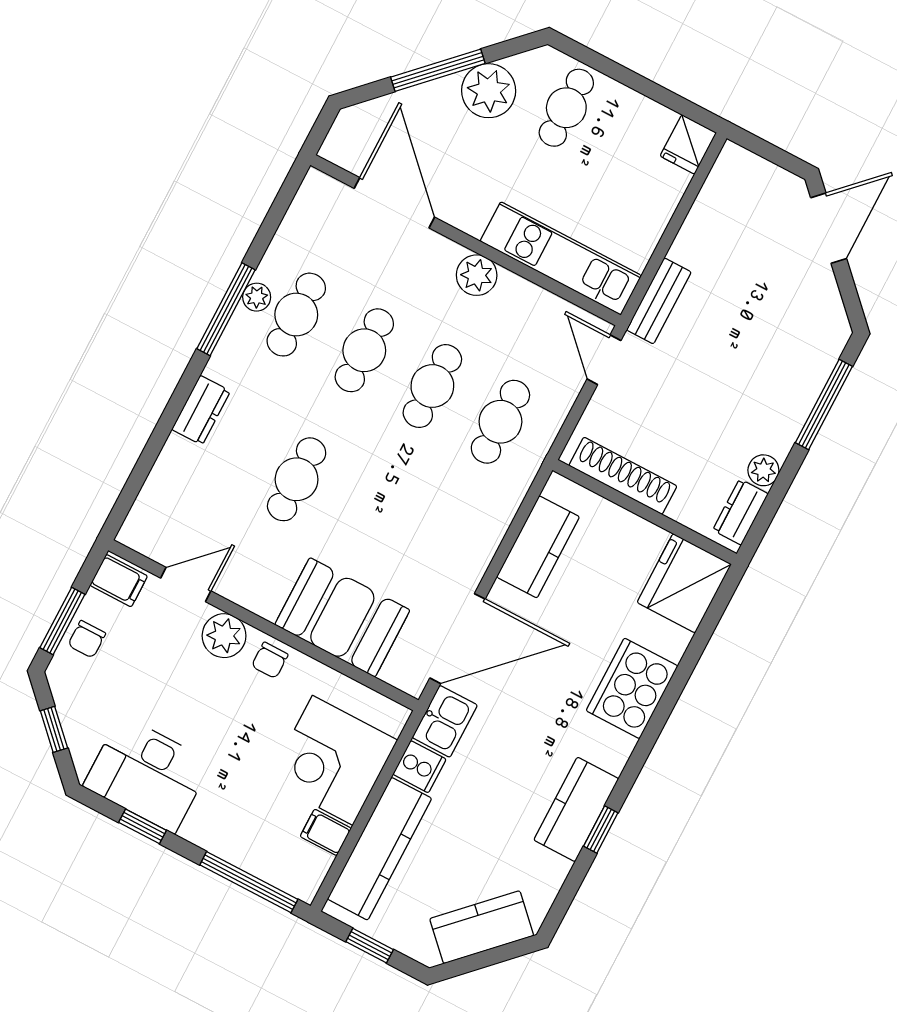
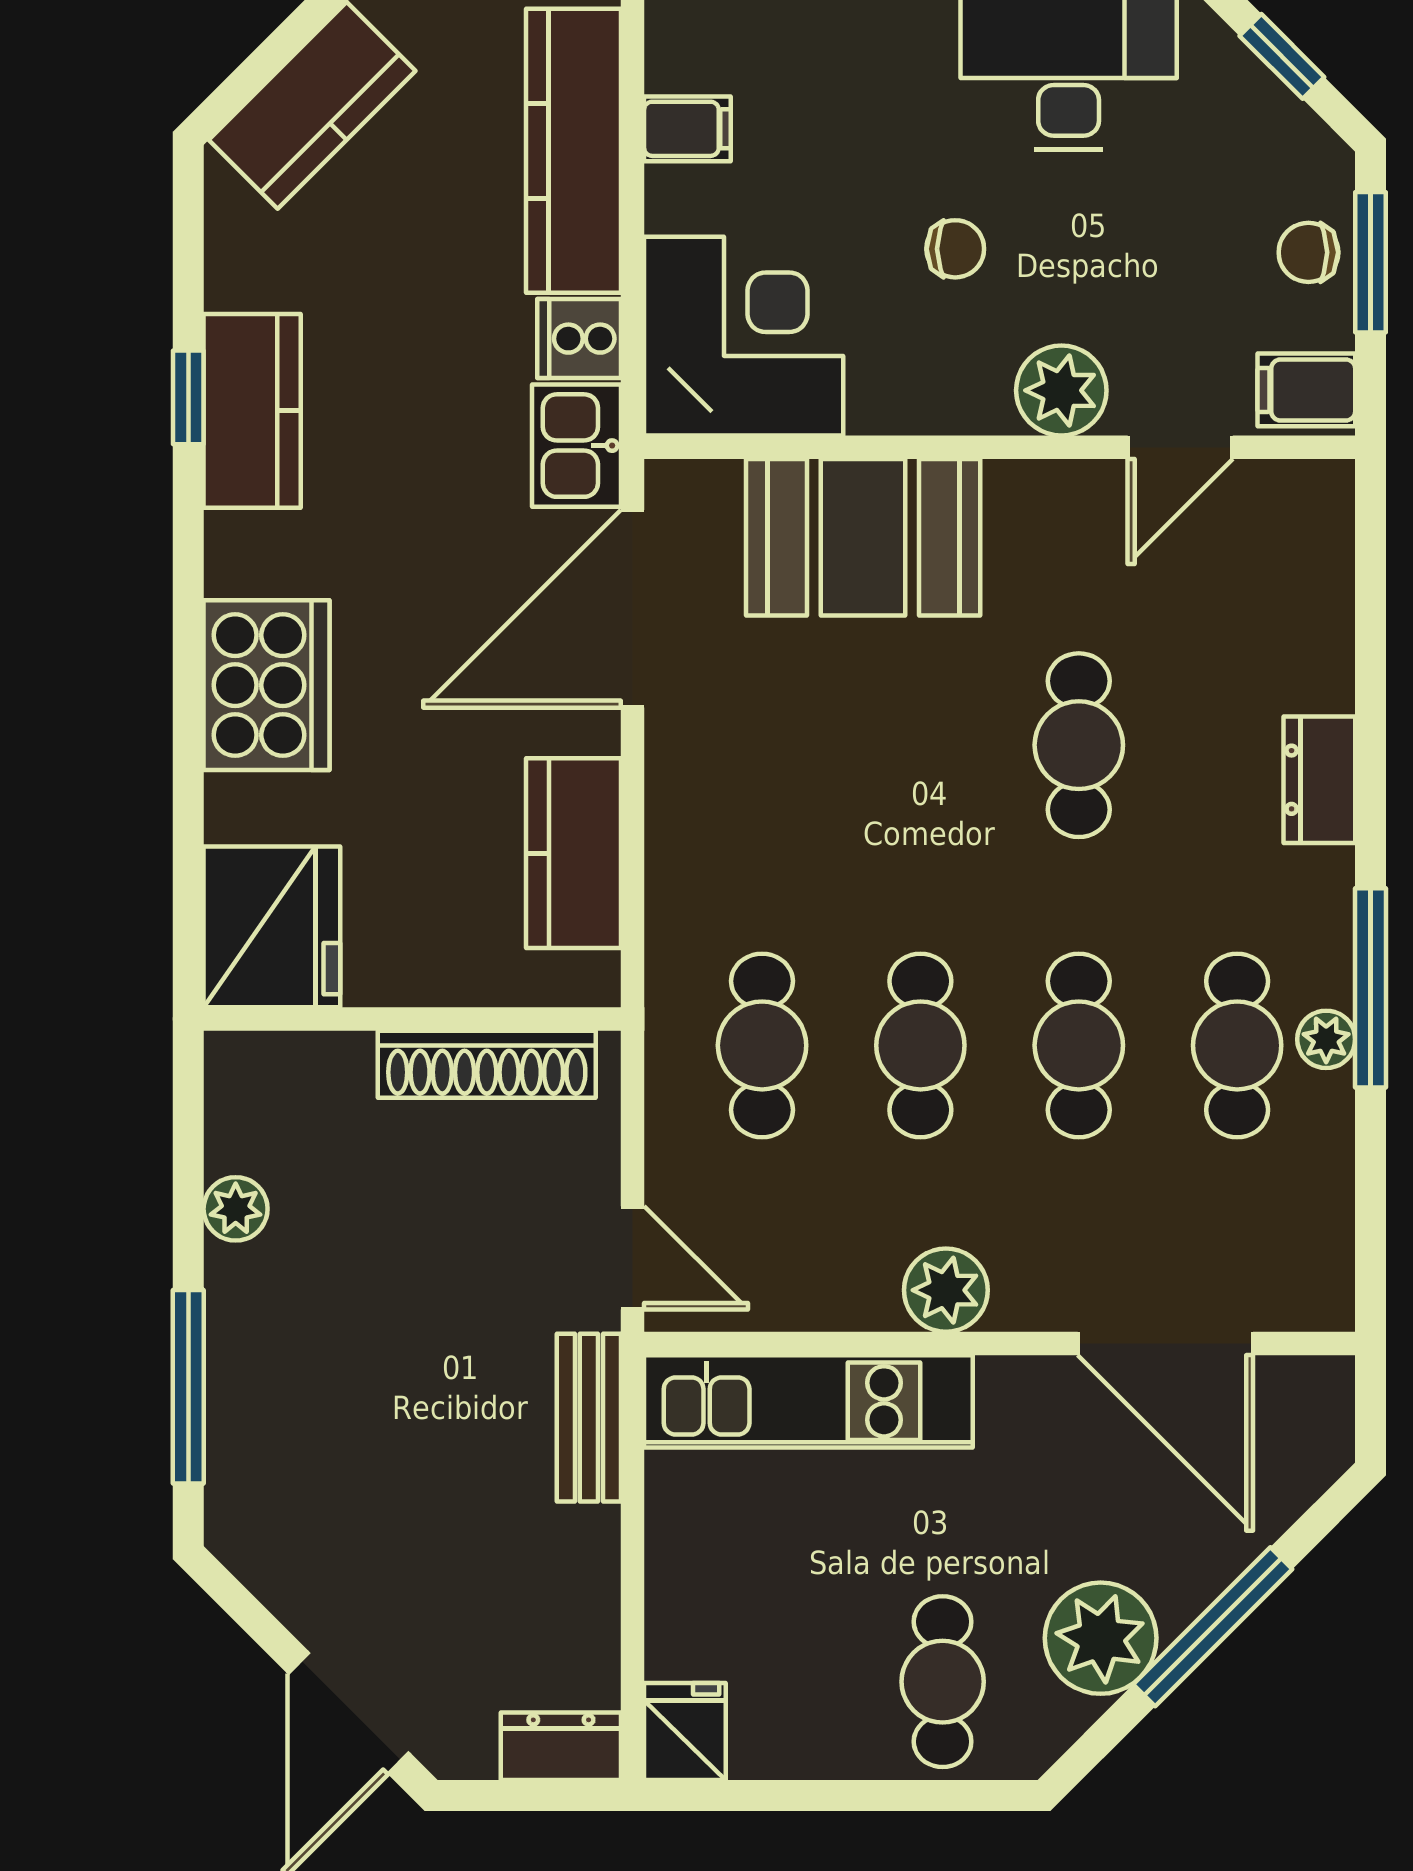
dresser: (740, 512) -> (561, 1746), moved, turned -90
chair: (87, 639) -> (1308, 252), turned -90
chair: (270, 660) -> (955, 249), moved, turned 90
corner desk: (333, 760) -> (744, 336), moved

